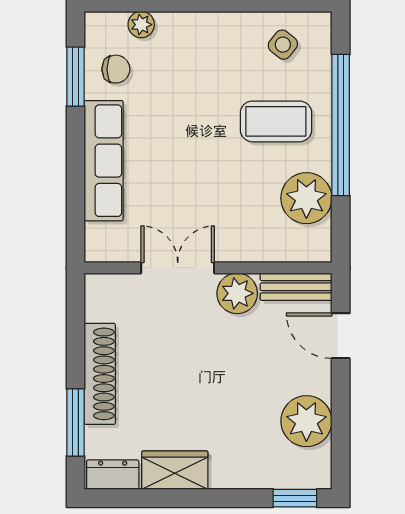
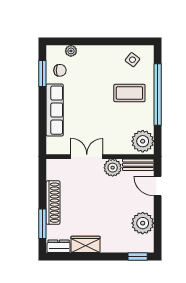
plant: (306, 198) -> (143, 141), moved

